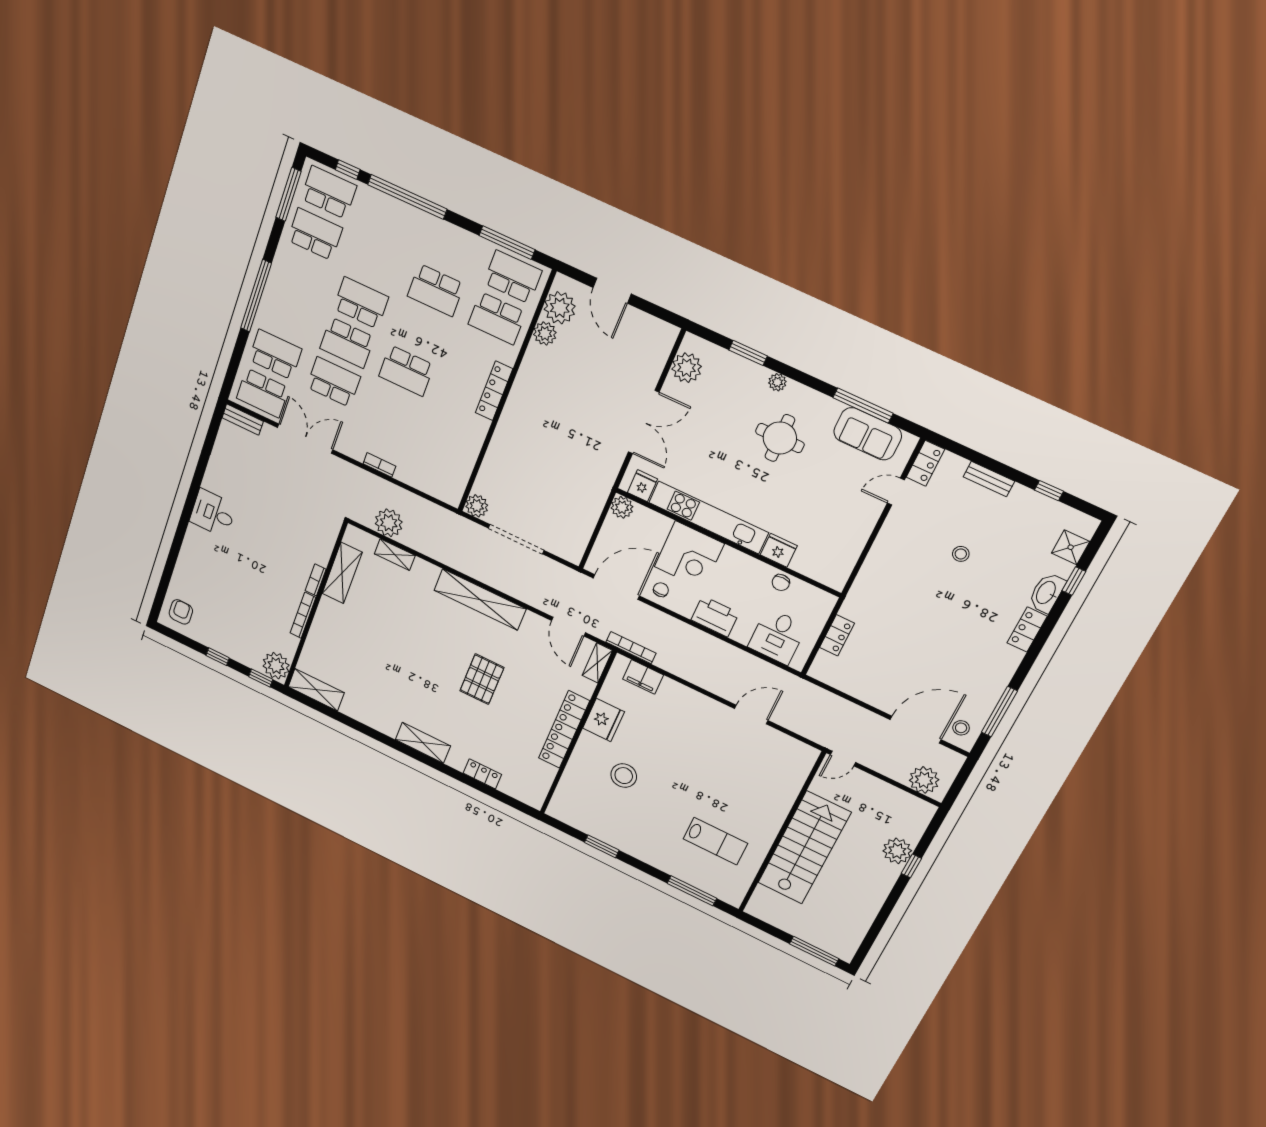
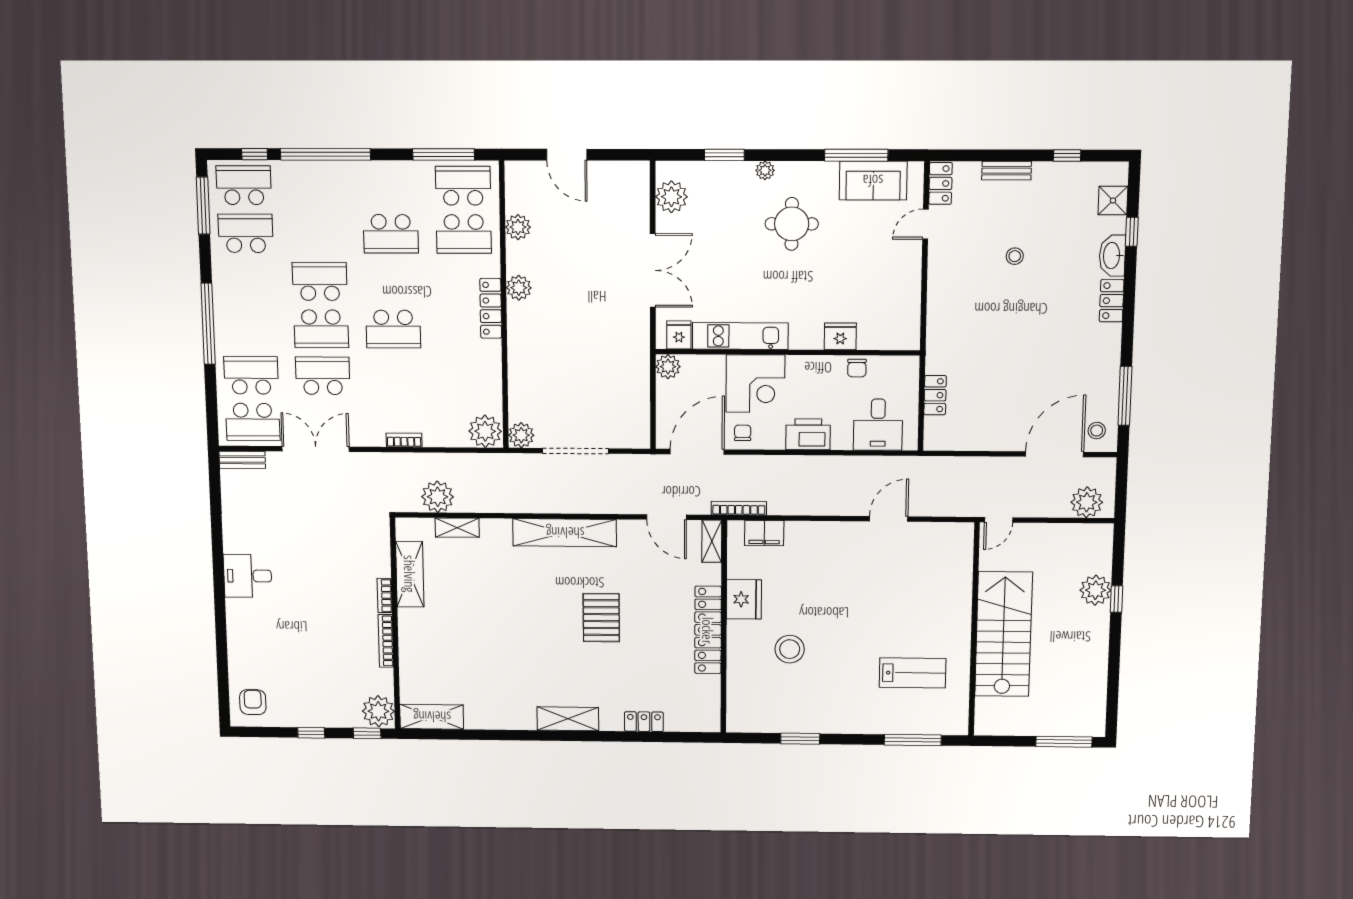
plant: (560, 308) -> (519, 288), moved, width x0.73, depth x0.73
plant: (449, 489) -> (485, 431), added
kitchen unit: (709, 517) -> (740, 336), width x0.73

